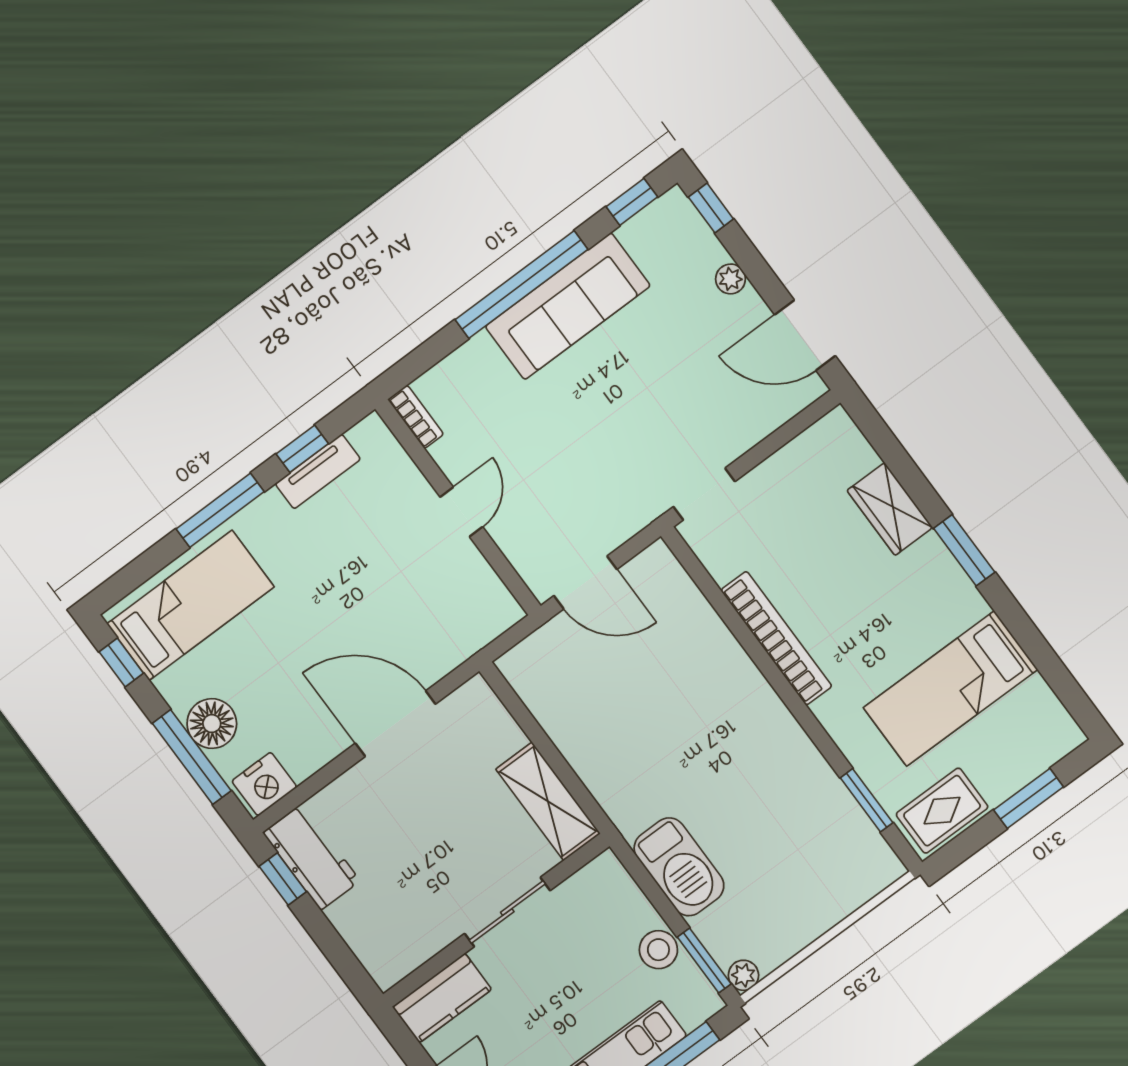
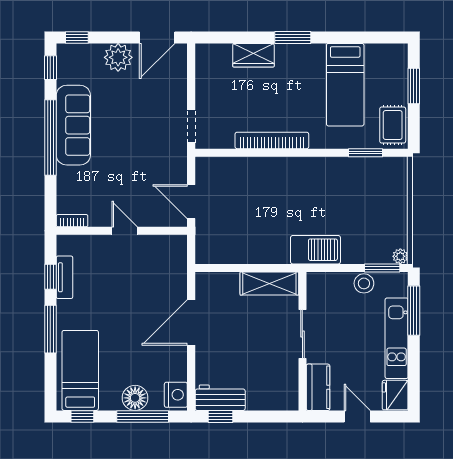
plant: (730, 279) -> (118, 57), width x1.87, depth x1.87
door: (585, 582) -> (191, 202), swing flipped
barbecue: (679, 867) -> (315, 250), moved

